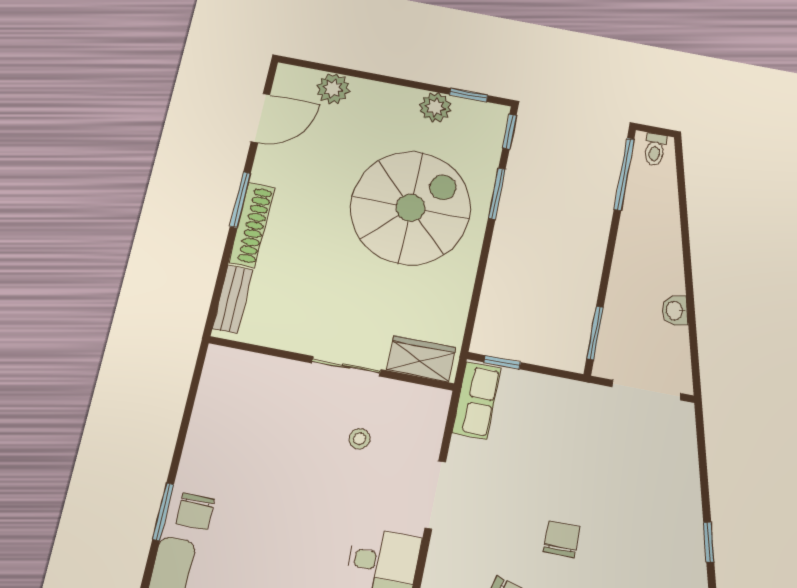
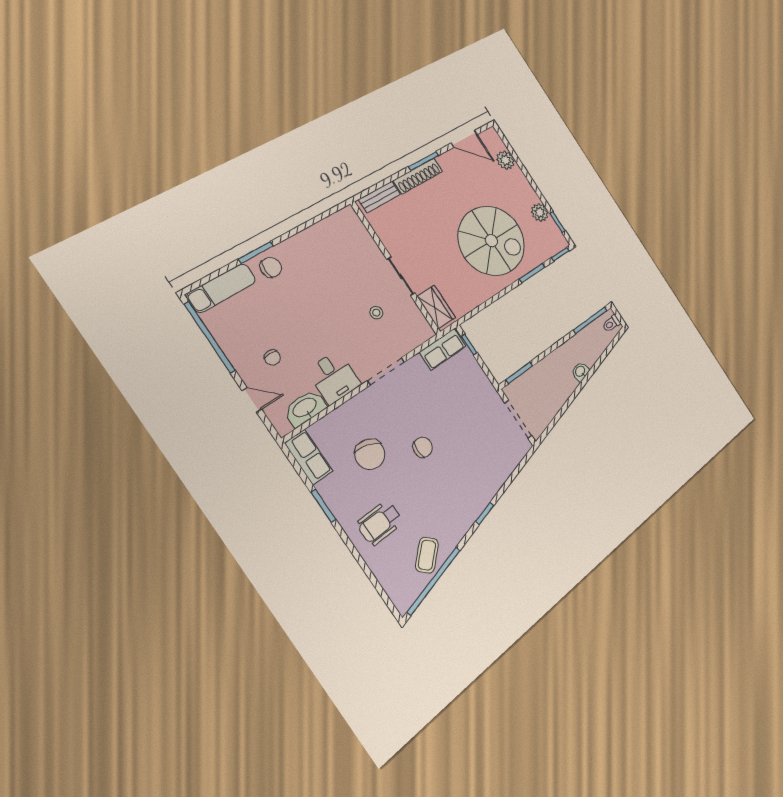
washbasin: (675, 311) -> (580, 372), moved
chair: (195, 511) -> (271, 267), turned 180

